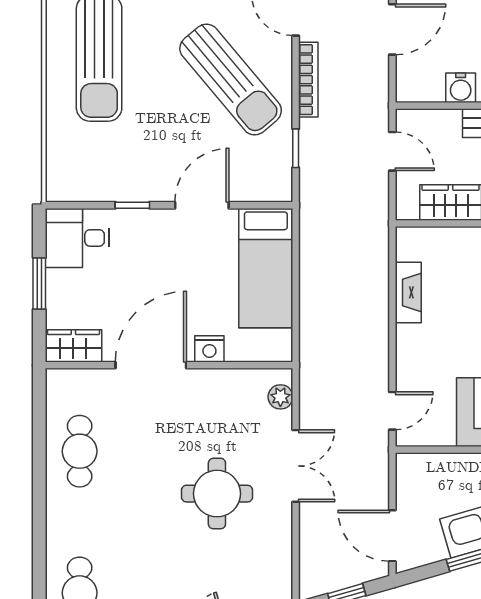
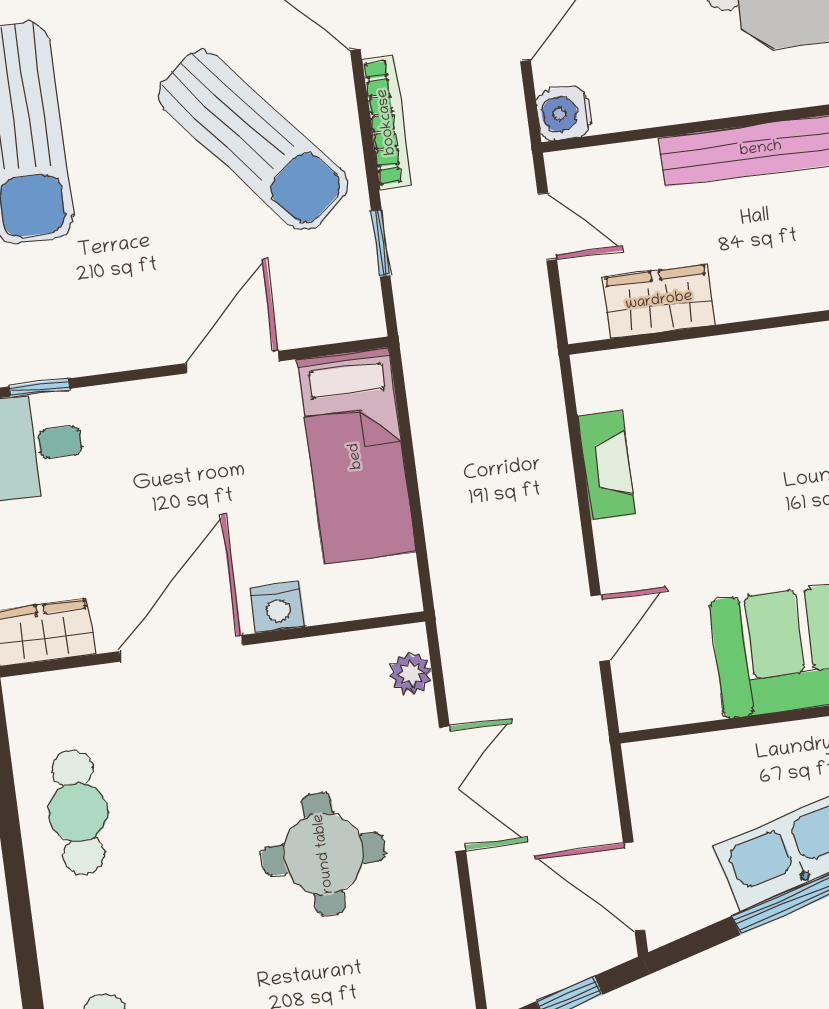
water cooler: (461, 88) -> (564, 113), moved, turned 90
window: (132, 205) -> (39, 388), moved
door: (392, 411) -> (600, 628), moved

